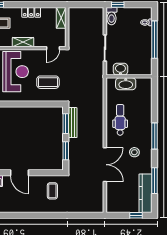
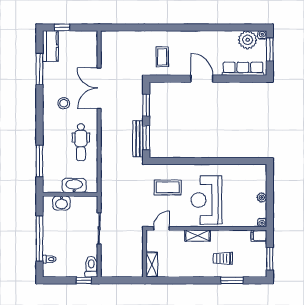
locker: (31, 12) -> (188, 271), removed
washbasin: (120, 69) -> (61, 203), moved
window: (155, 136) -> (39, 161), moved
kitchen counter: (146, 193) -> (50, 46), width x0.67

